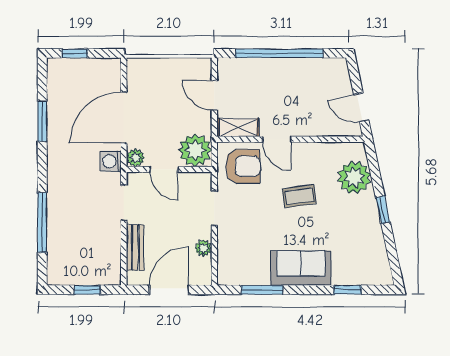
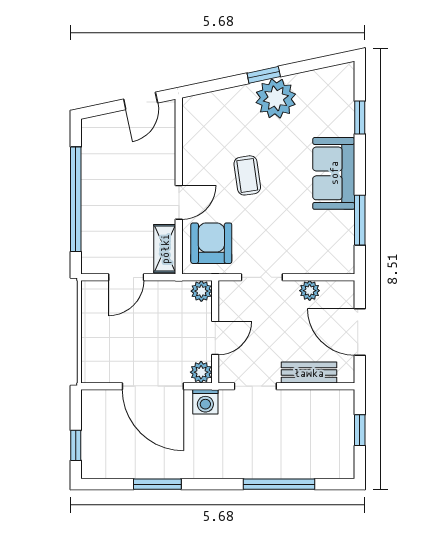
plant: (195, 150) -> (201, 291), width x0.53, depth x0.53
plant: (354, 177) -> (276, 98), moved

